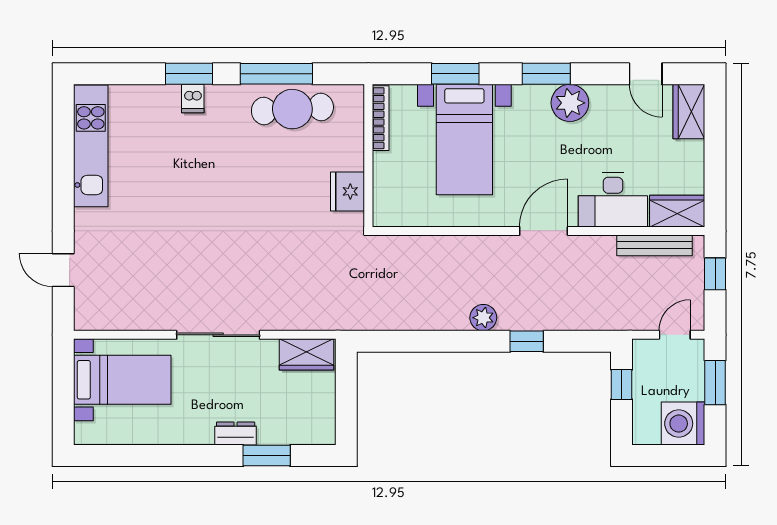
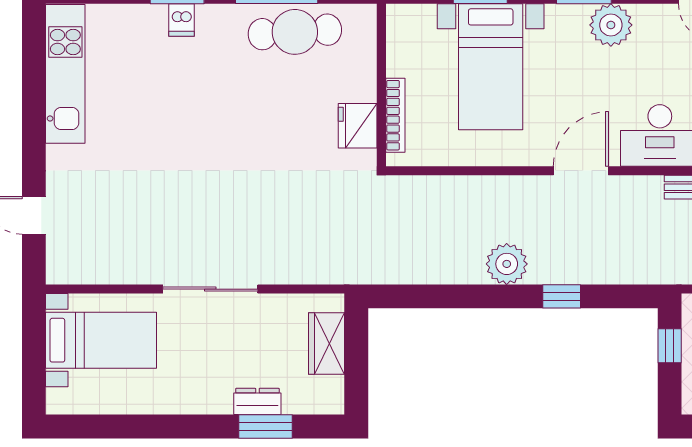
bookcase: (381, 118) -> (395, 115), moved
plant: (483, 318) -> (507, 264), width x1.36, depth x1.36
wardrobe: (306, 354) -> (327, 344), moved, turned 90
dresser: (236, 434) -> (257, 401), moved

